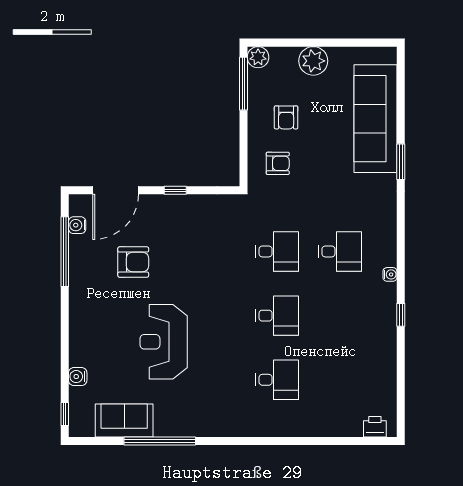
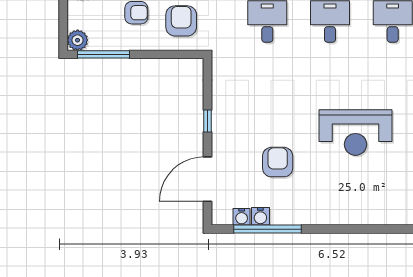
armchair: (278, 163) -> (181, 21), width x1.38, depth x1.38
door: (116, 190) -> (208, 179), swing flipped
water cooler: (78, 377) -> (260, 216), moved

